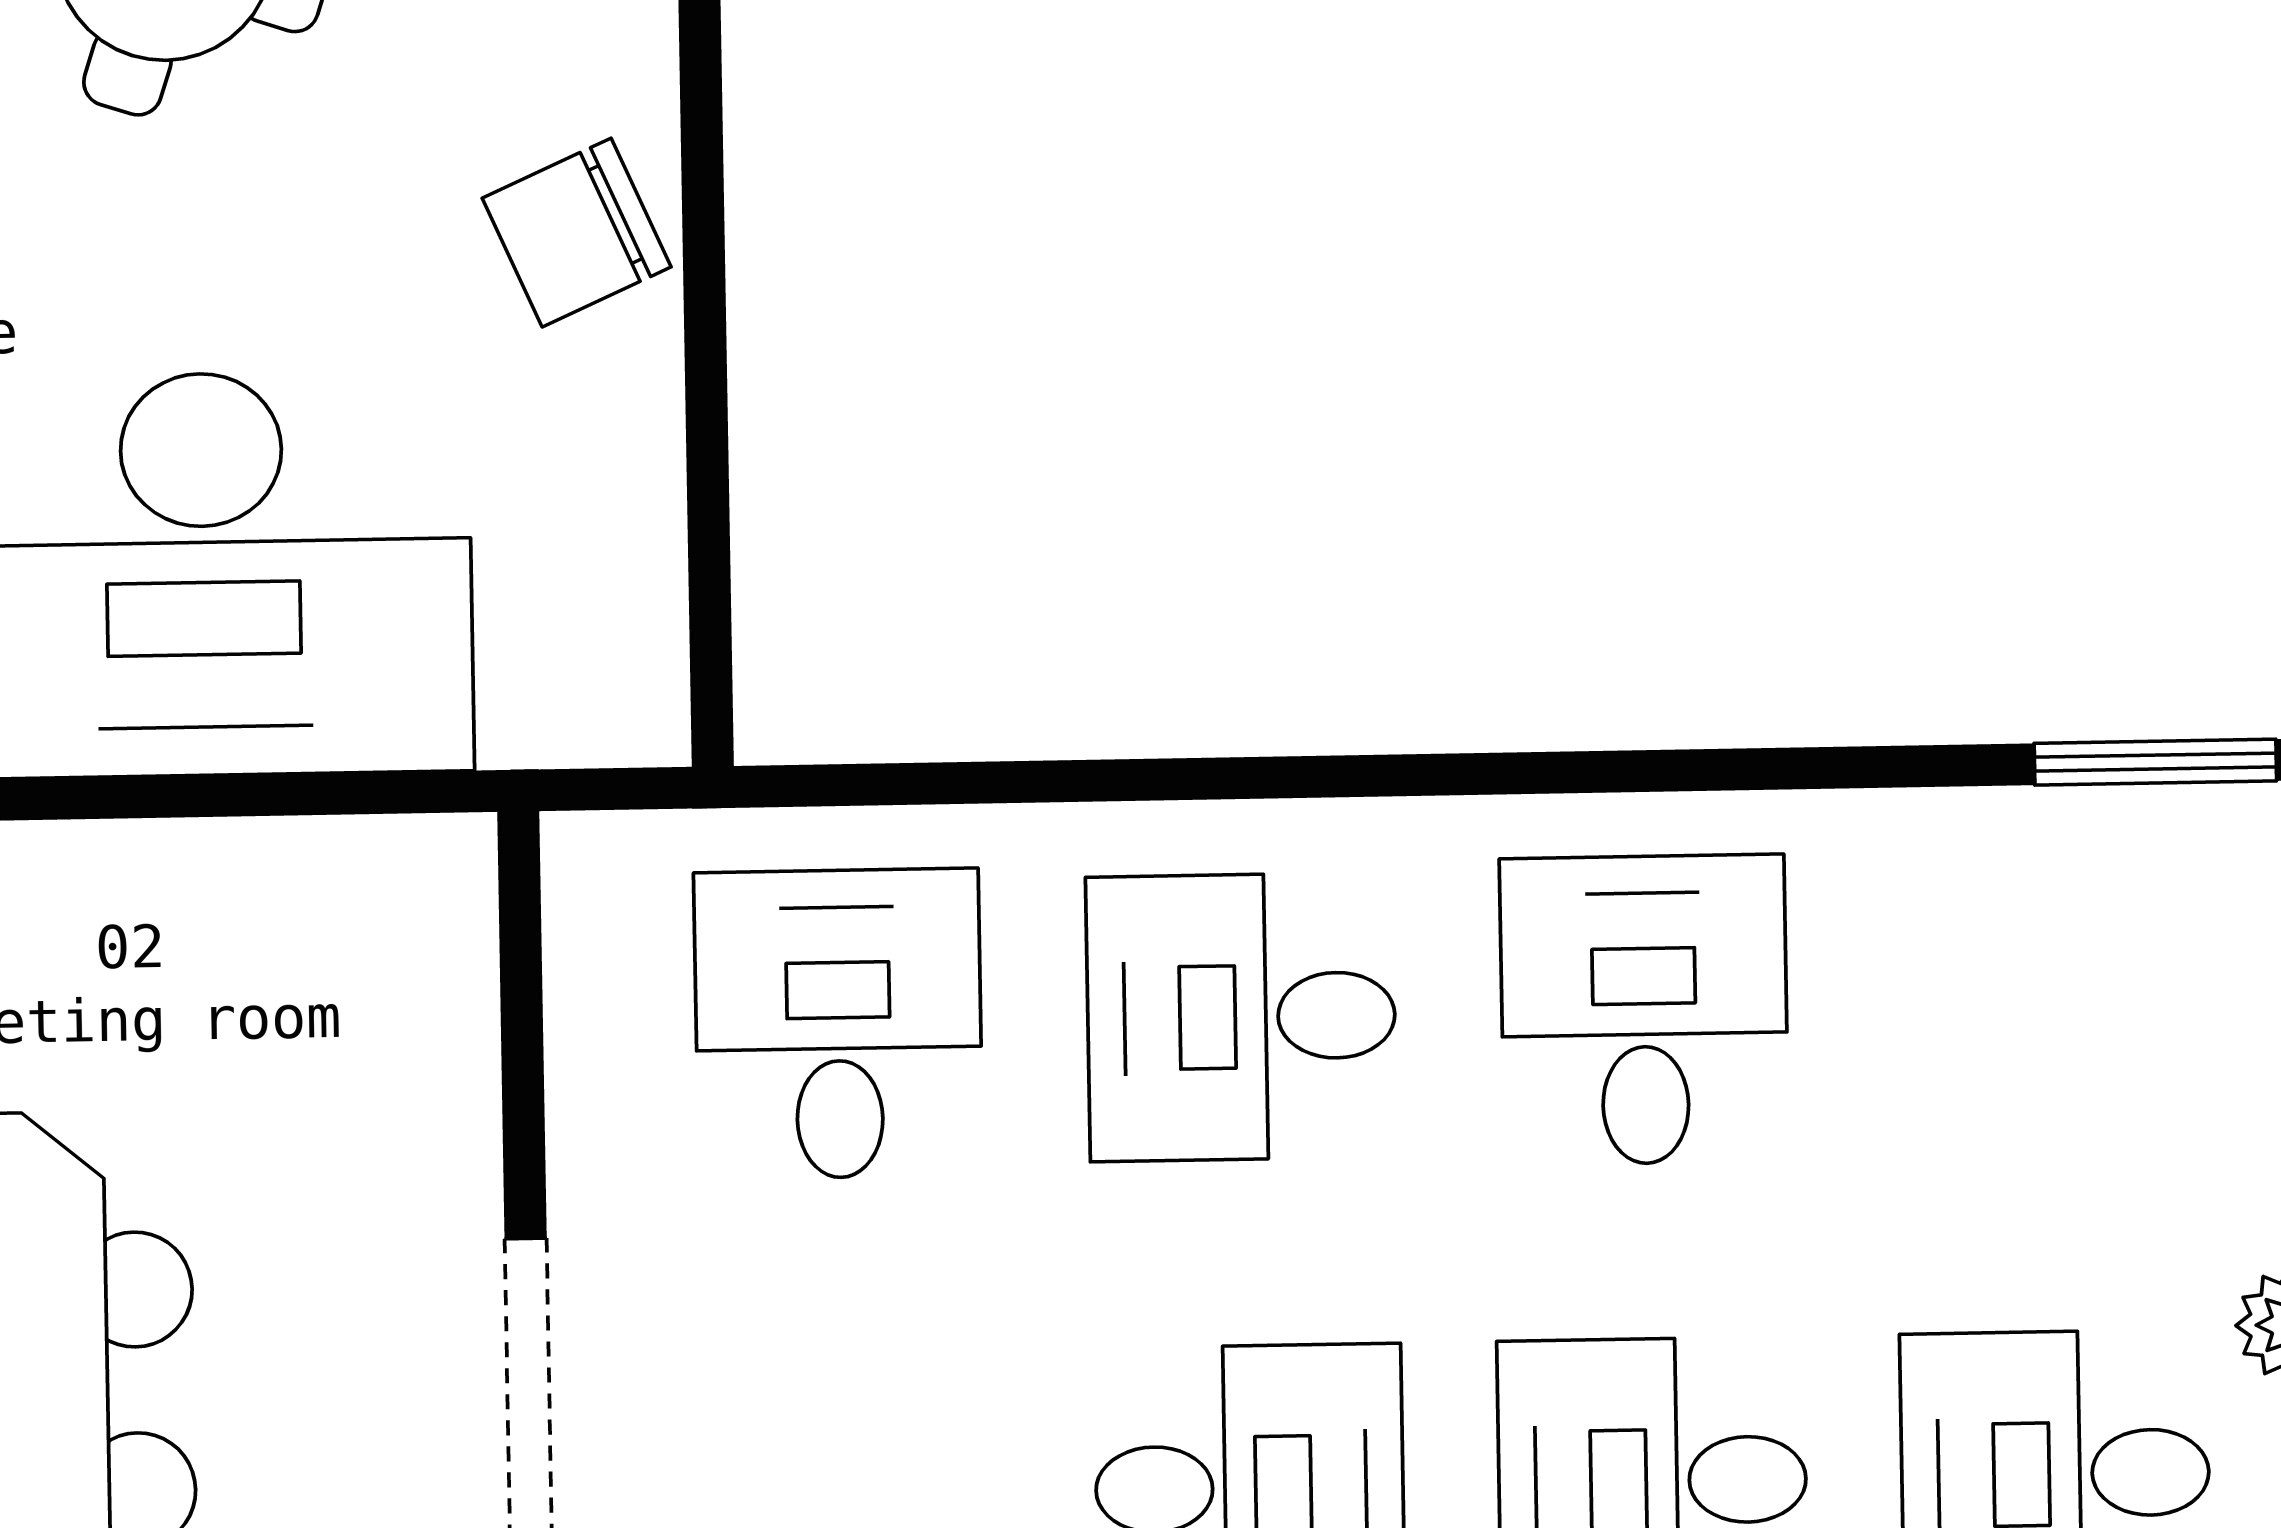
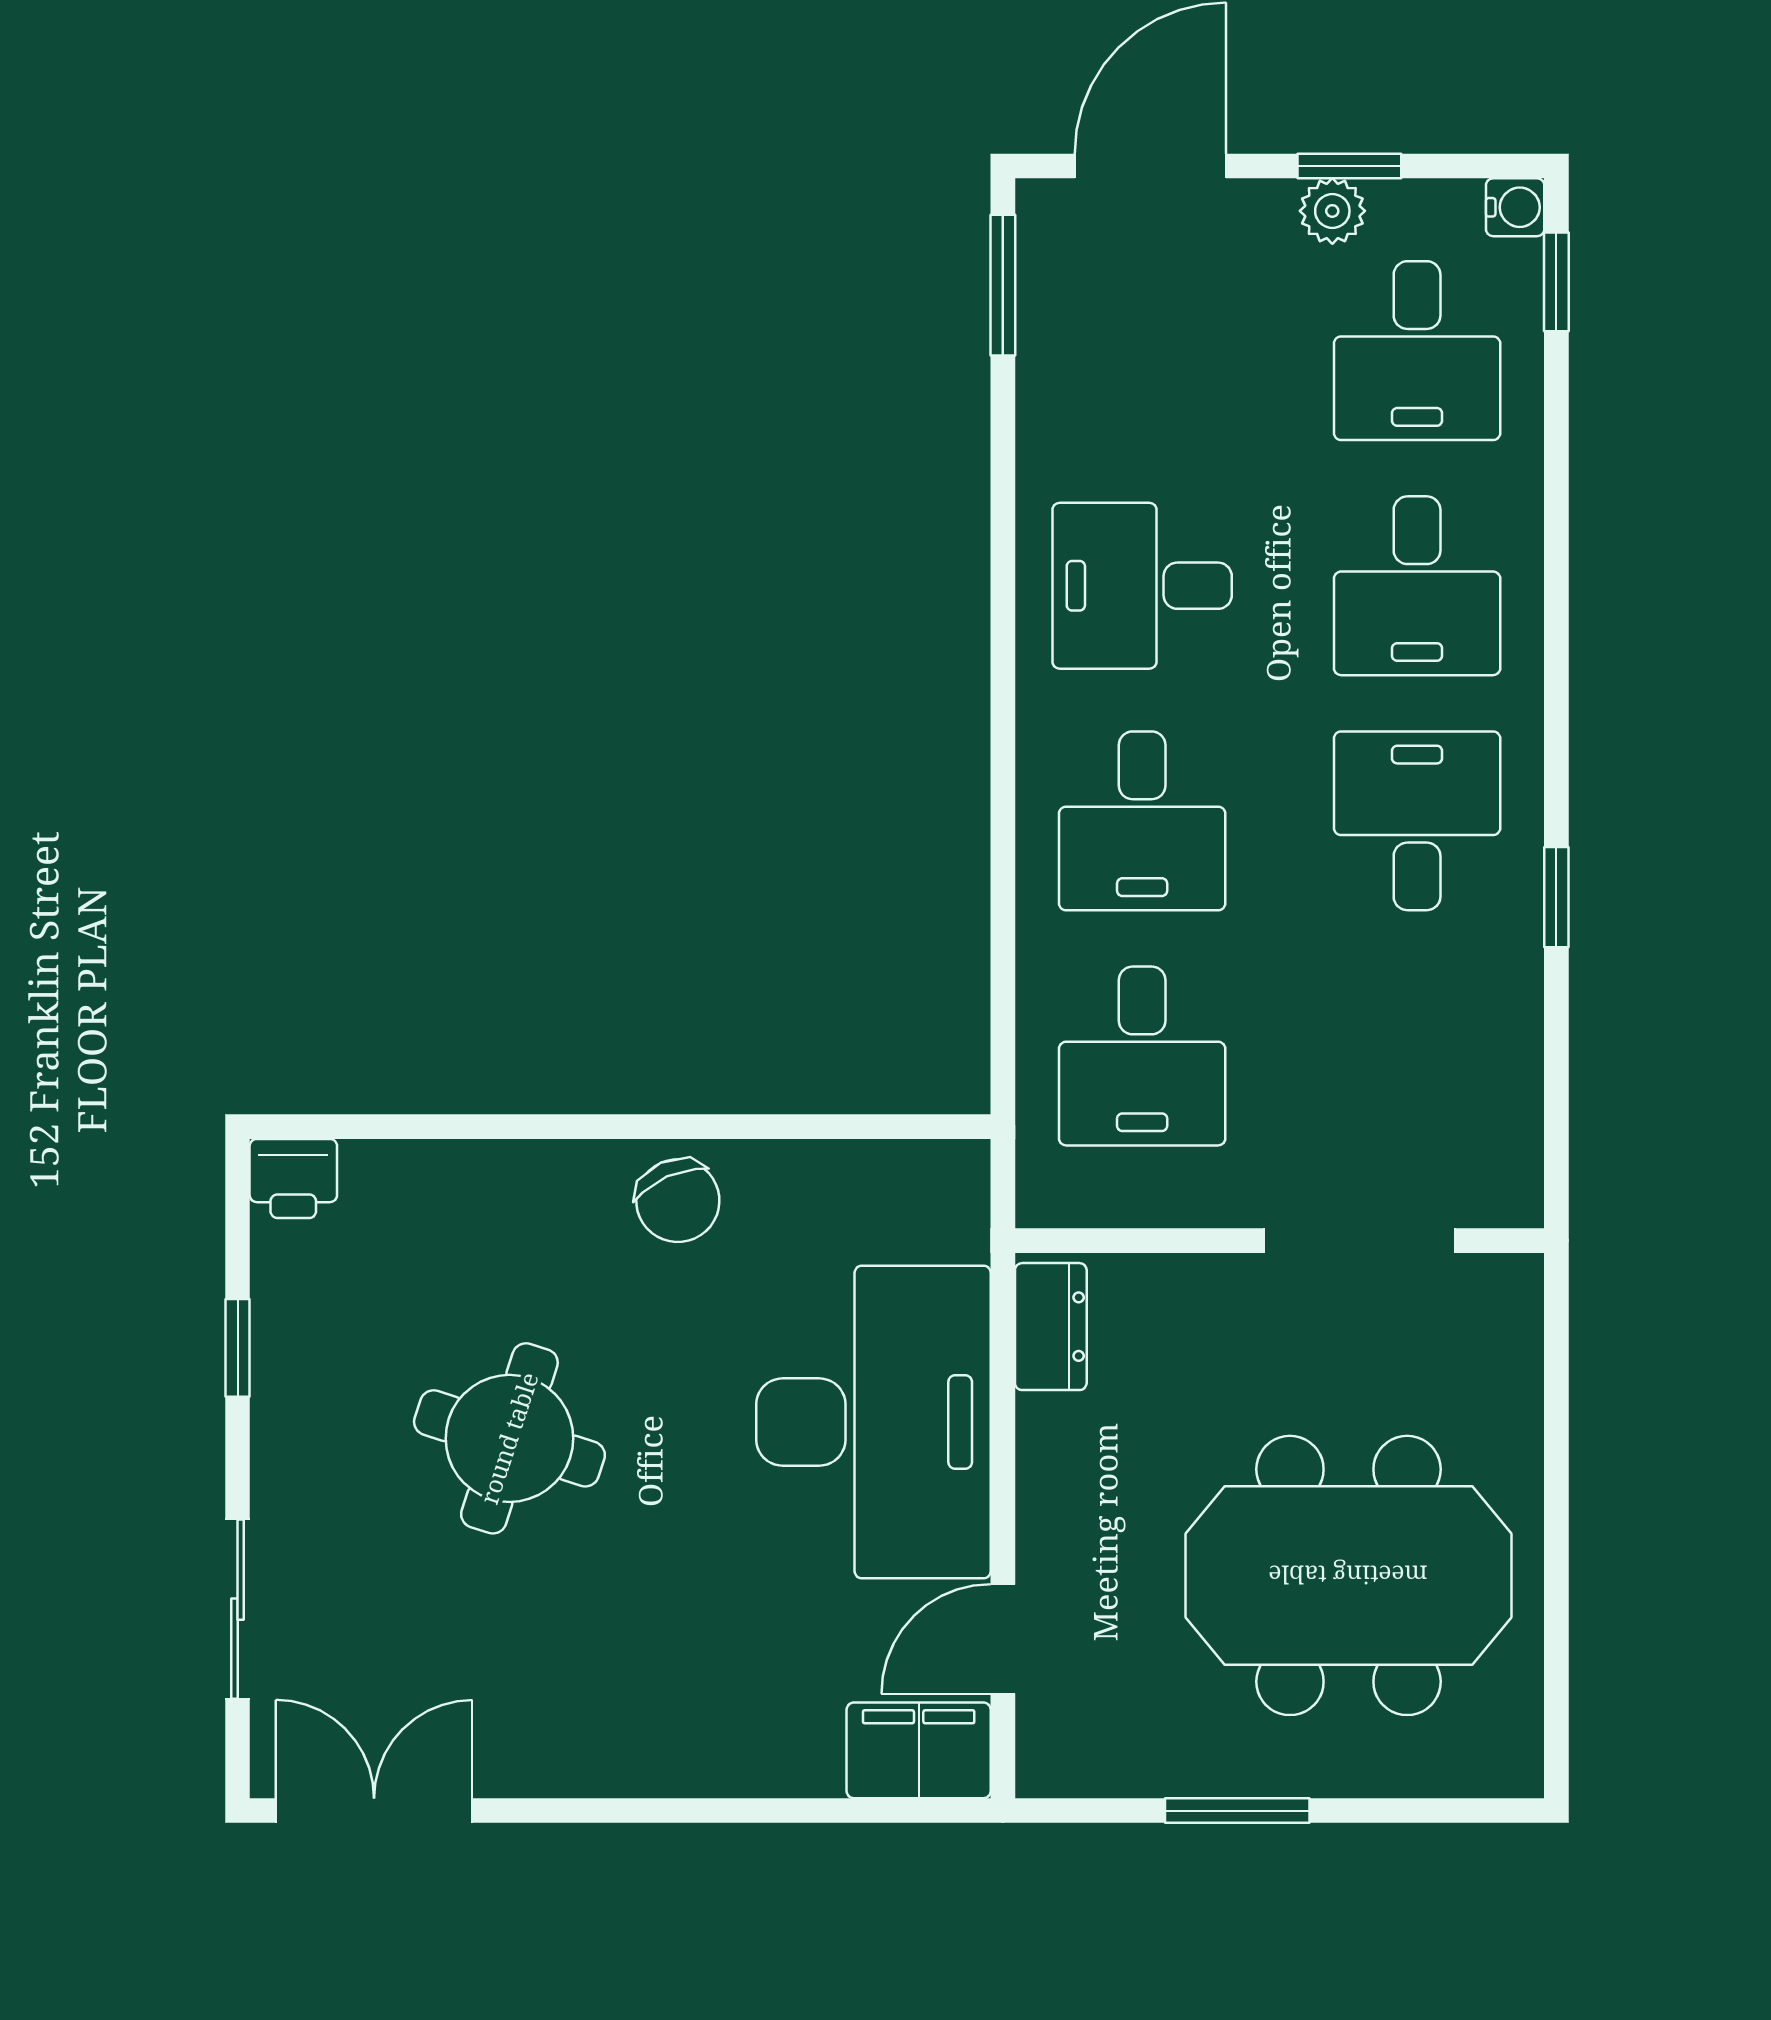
dresser: (372, 875) -> (1051, 1327), added
desk: (838, 1024) -> (1142, 1056), turned -90

